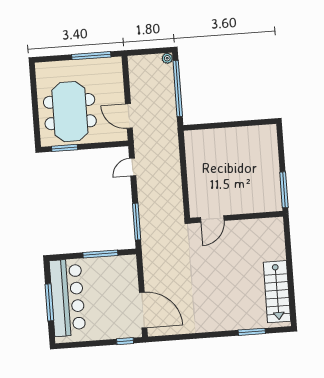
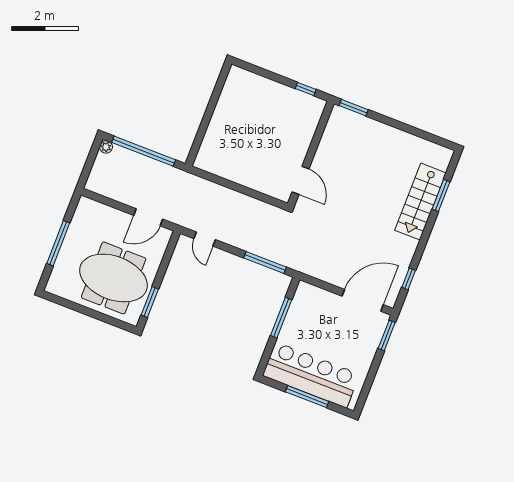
window: (91, 56) -> (58, 243), moved
window: (284, 190) -> (306, 89), width x0.46
window: (287, 233) -> (354, 108), added
stairs: (277, 292) -> (420, 202), moved, turned 90
window: (176, 337) -> (409, 279), added
window: (125, 341) -> (387, 335), width x1.50

